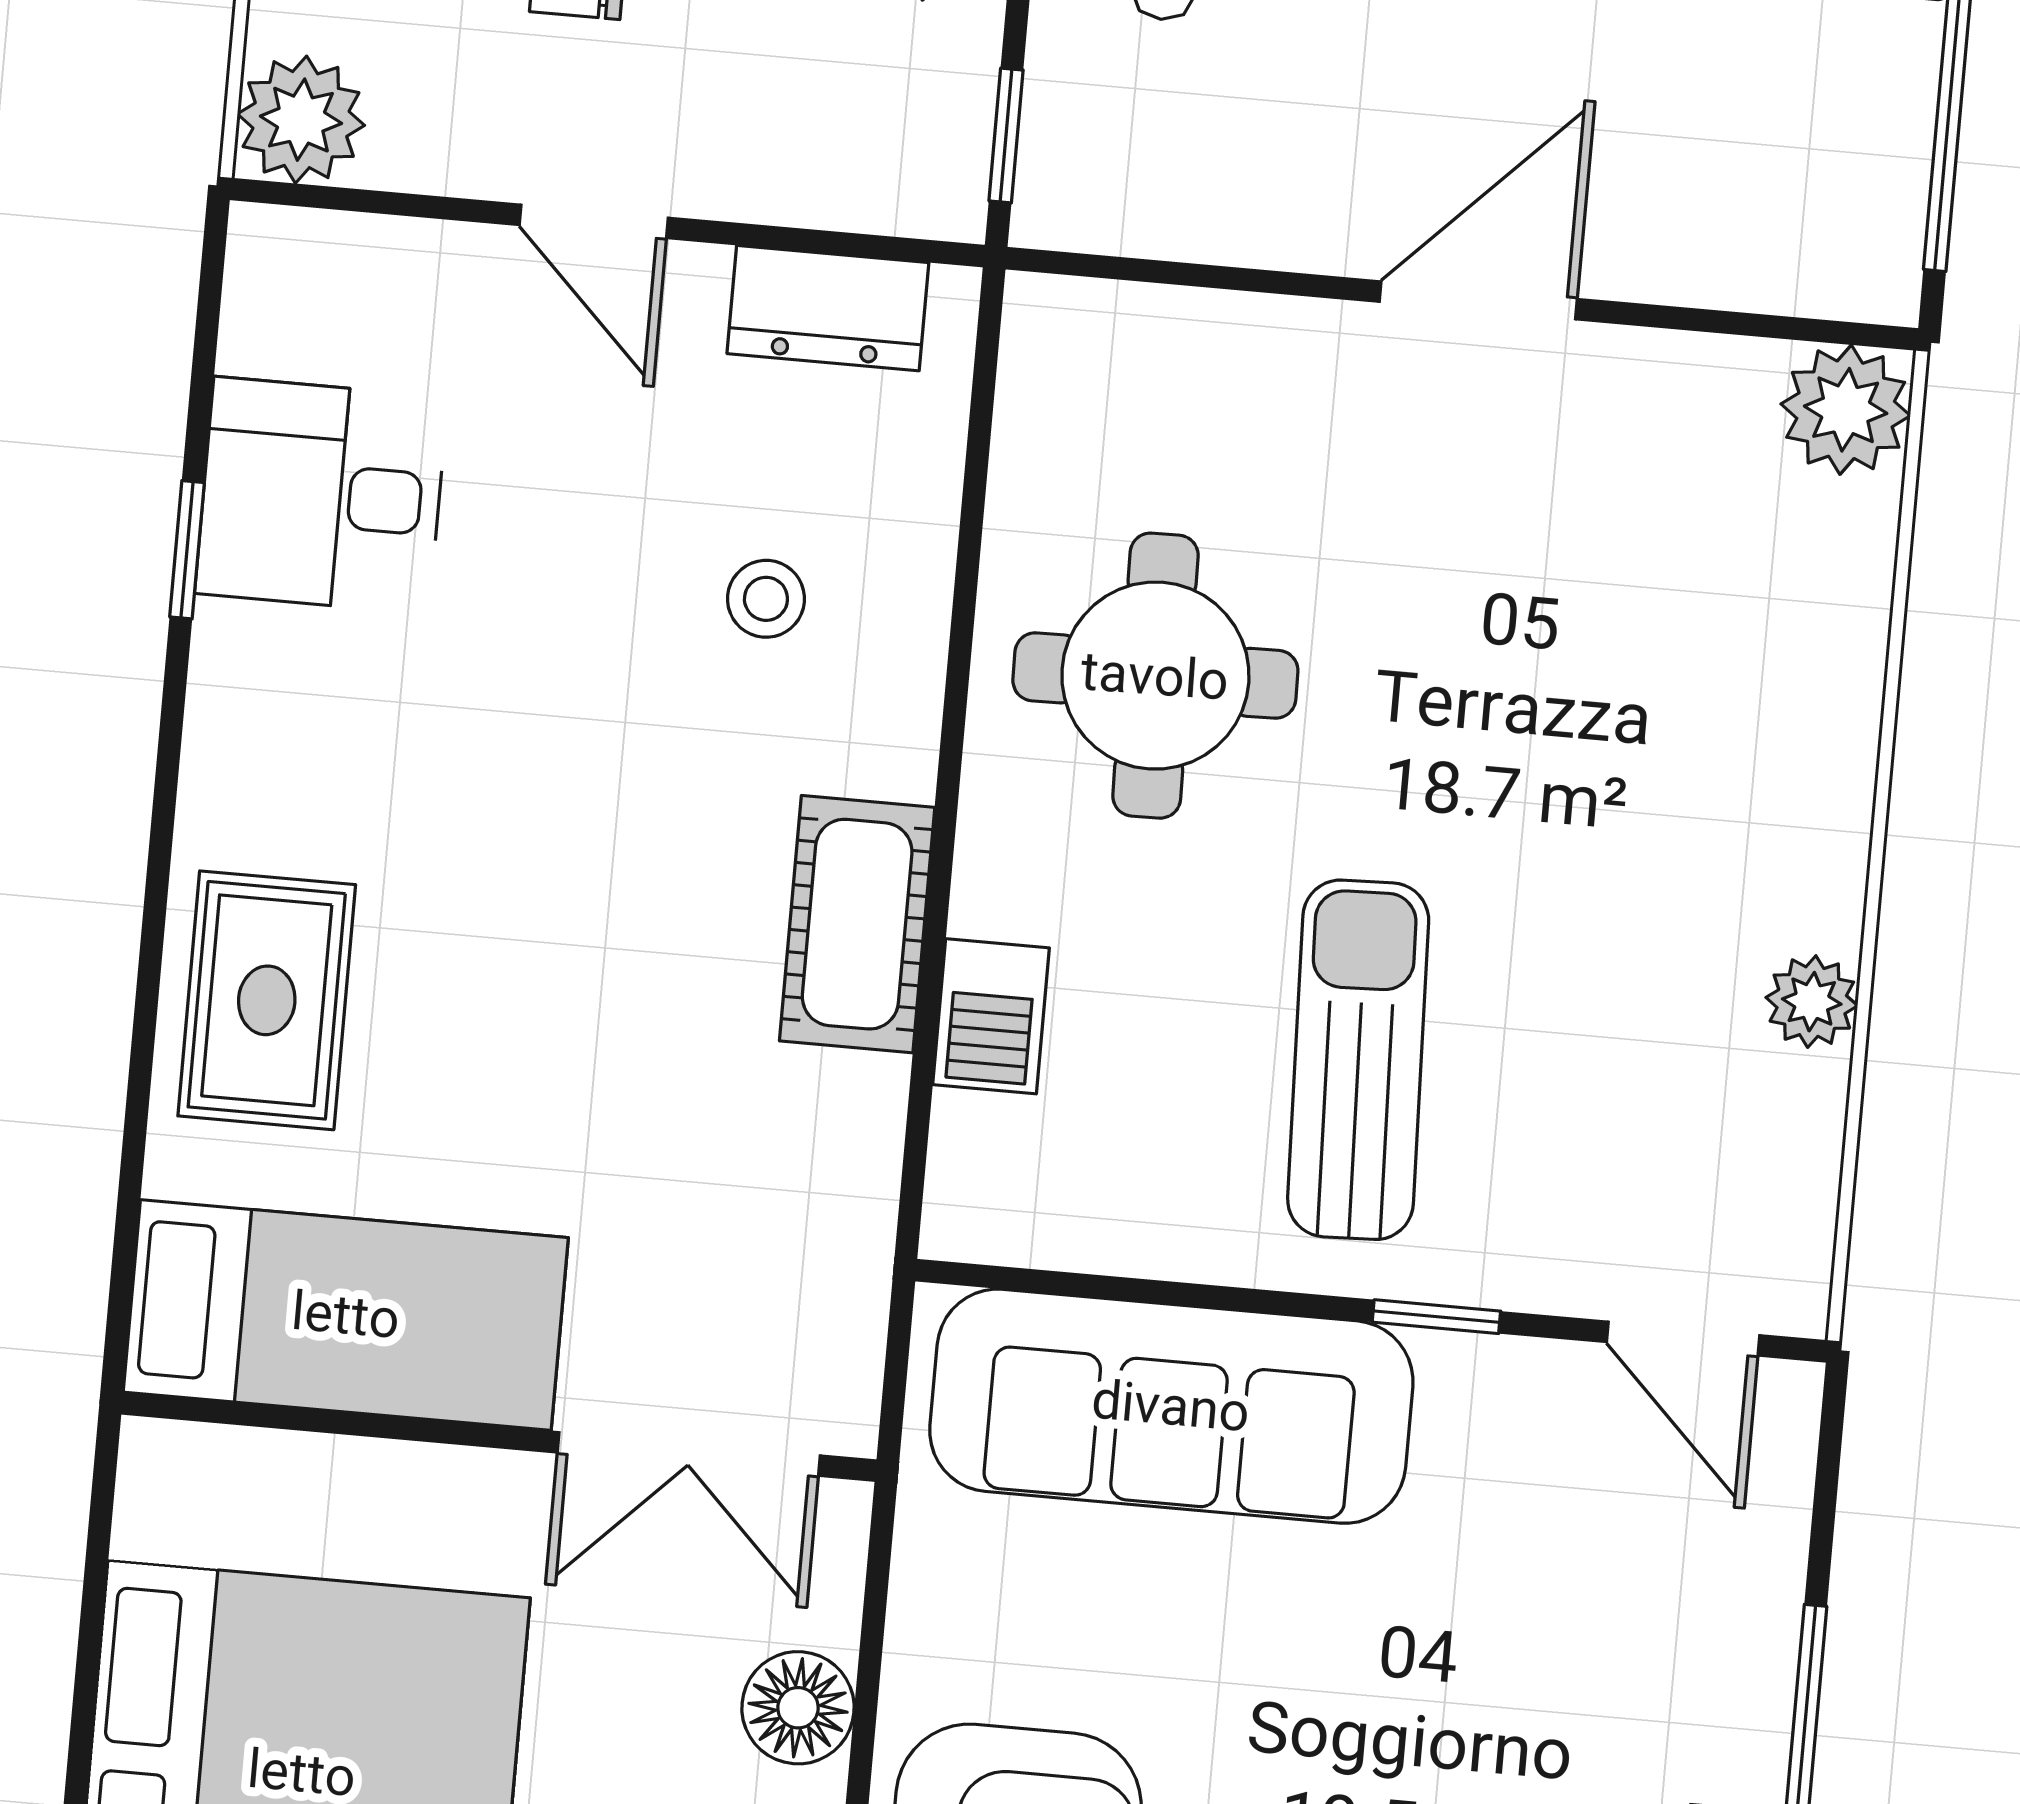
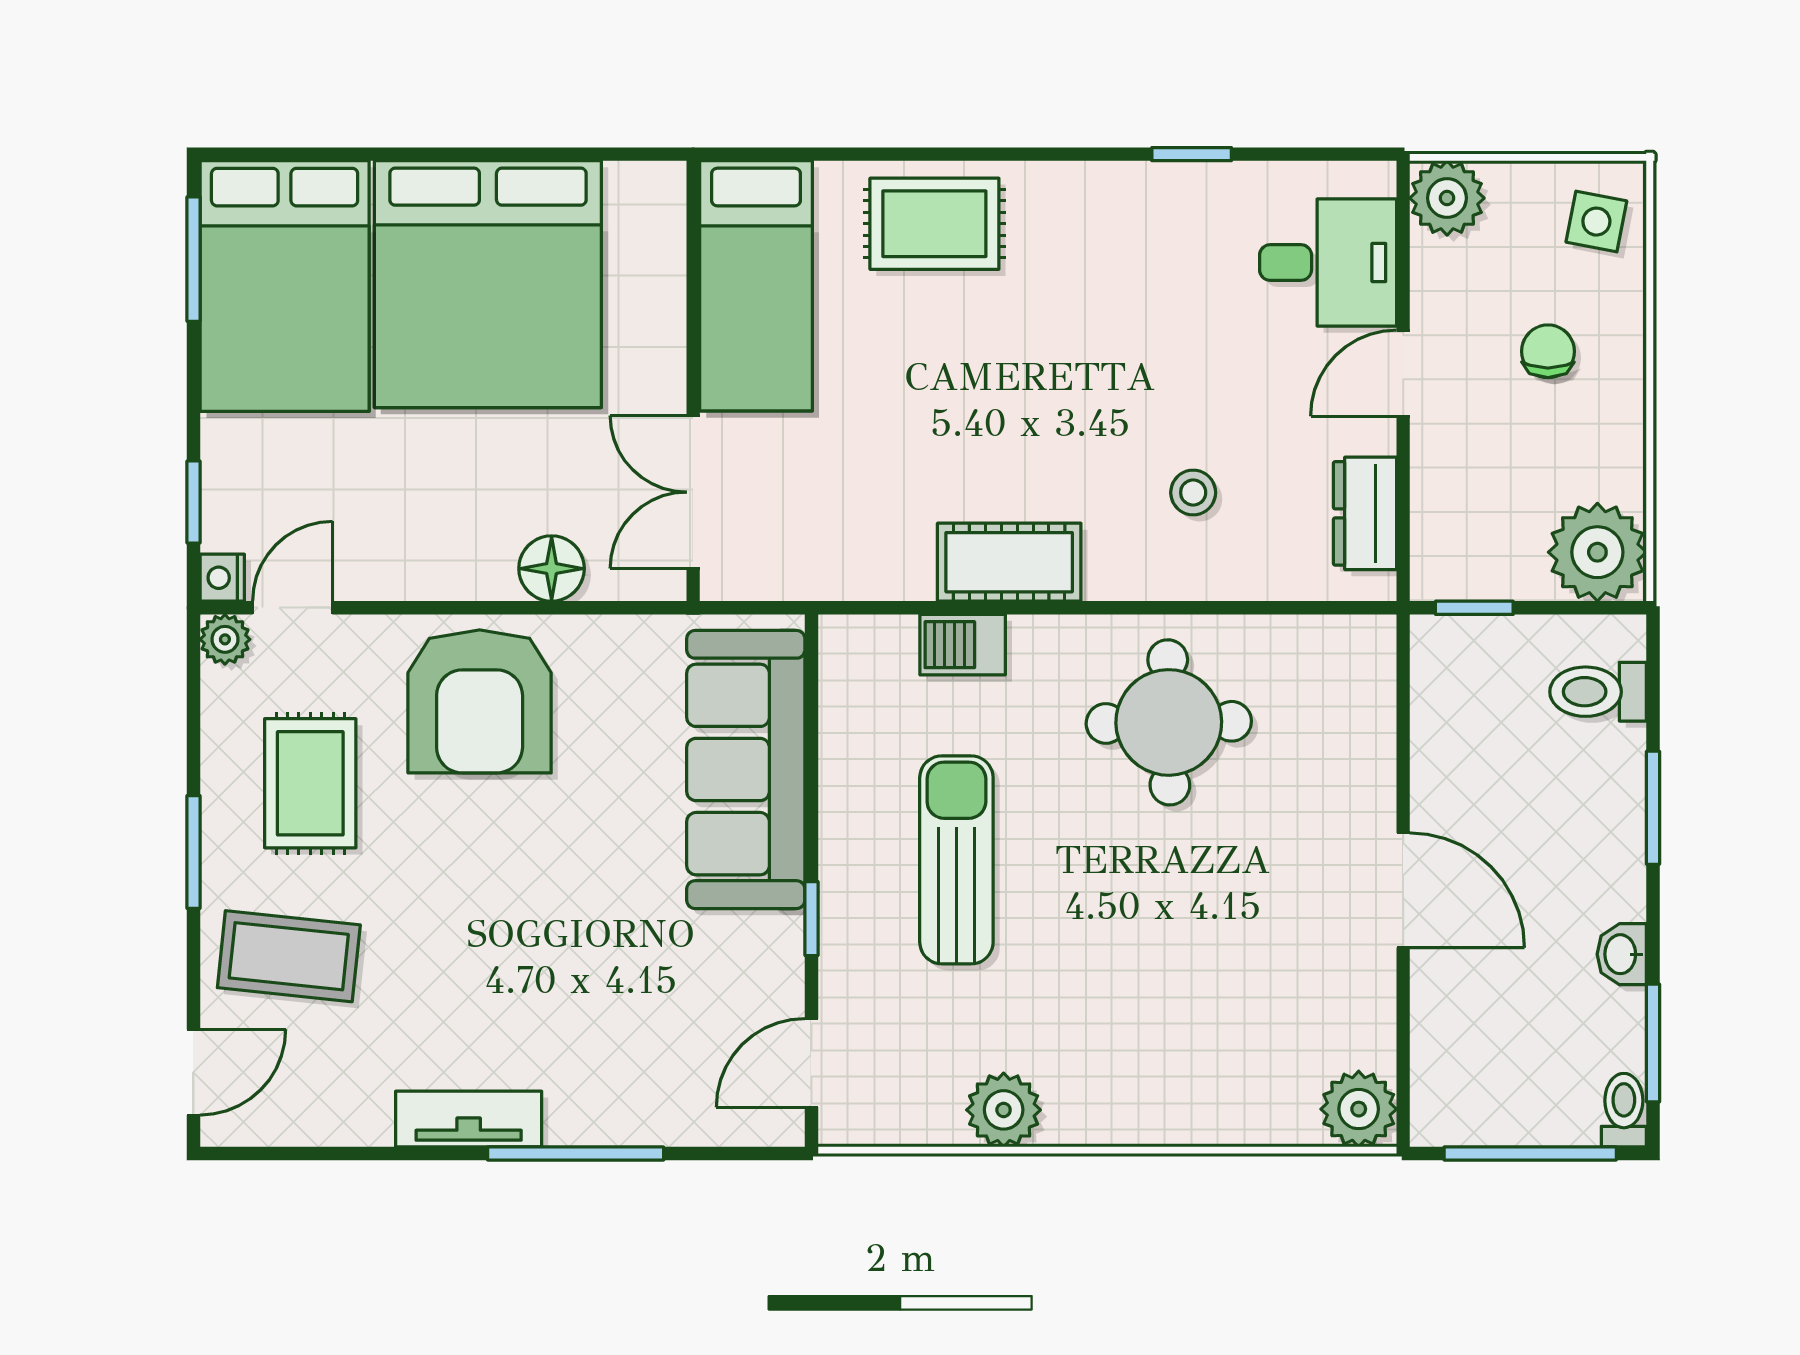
desk: (321, 495) -> (1328, 263), moved, turned 90
plant: (1812, 1002) -> (1004, 1110), width x1.38, depth x1.38
sun lounger: (1358, 1060) -> (956, 860), turned -88

